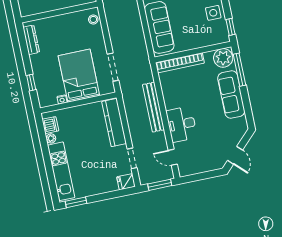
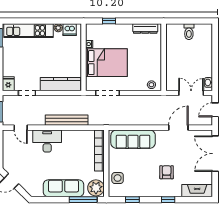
side table: (213, 13) -> (118, 178), moved
window: (230, 27) -> (132, 200), moved
door: (173, 157) -> (21, 128), swing flipped

